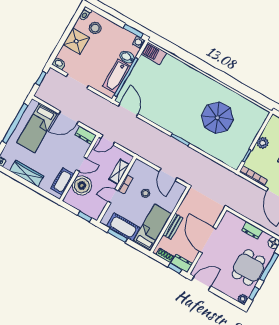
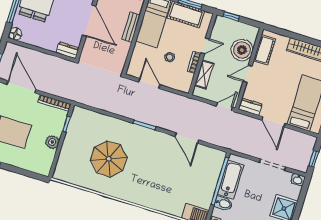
door: (128, 110) -> (187, 138), moved
door: (69, 118) -> (273, 122), swing flipped
dresser: (252, 230) -> (67, 50), moved

